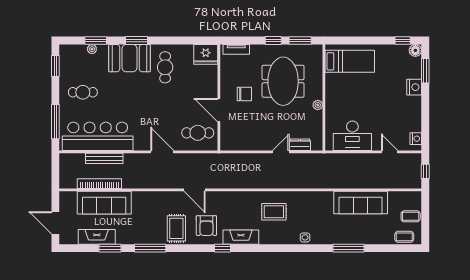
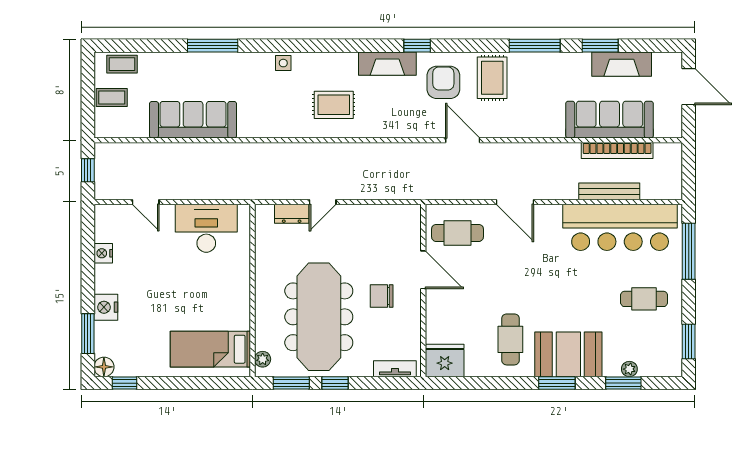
meeting table: (283, 81) -> (319, 317), width x1.36
plant: (318, 105) -> (263, 359), moved
nightstand: (416, 139) -> (103, 253), moved

